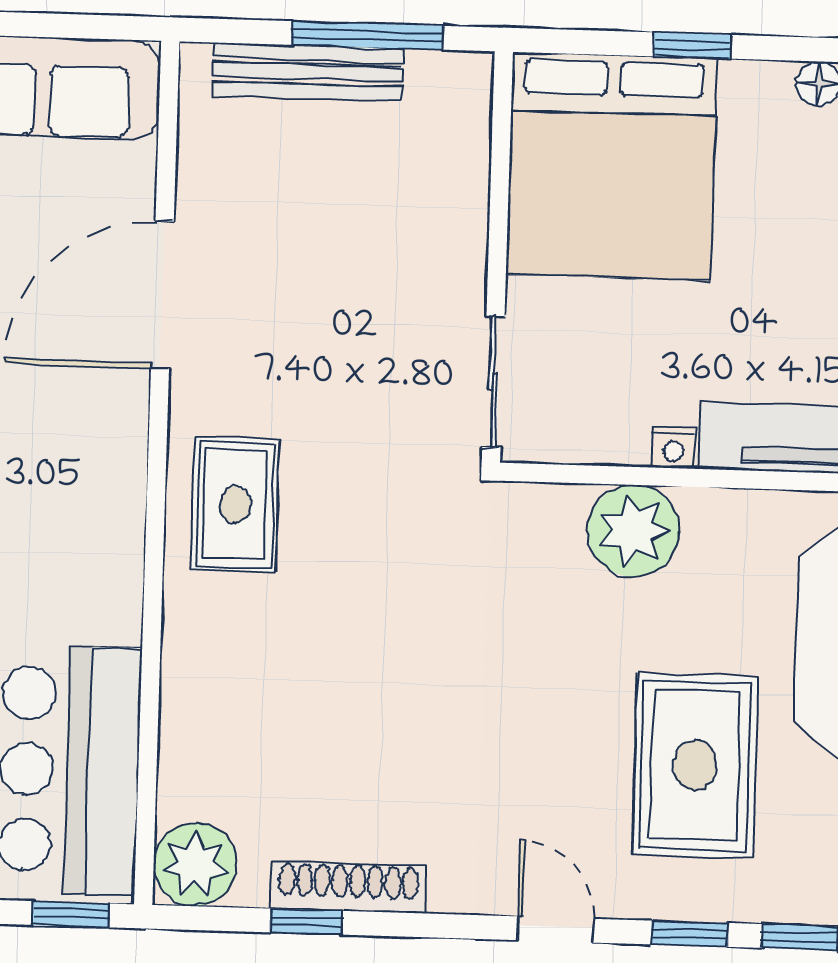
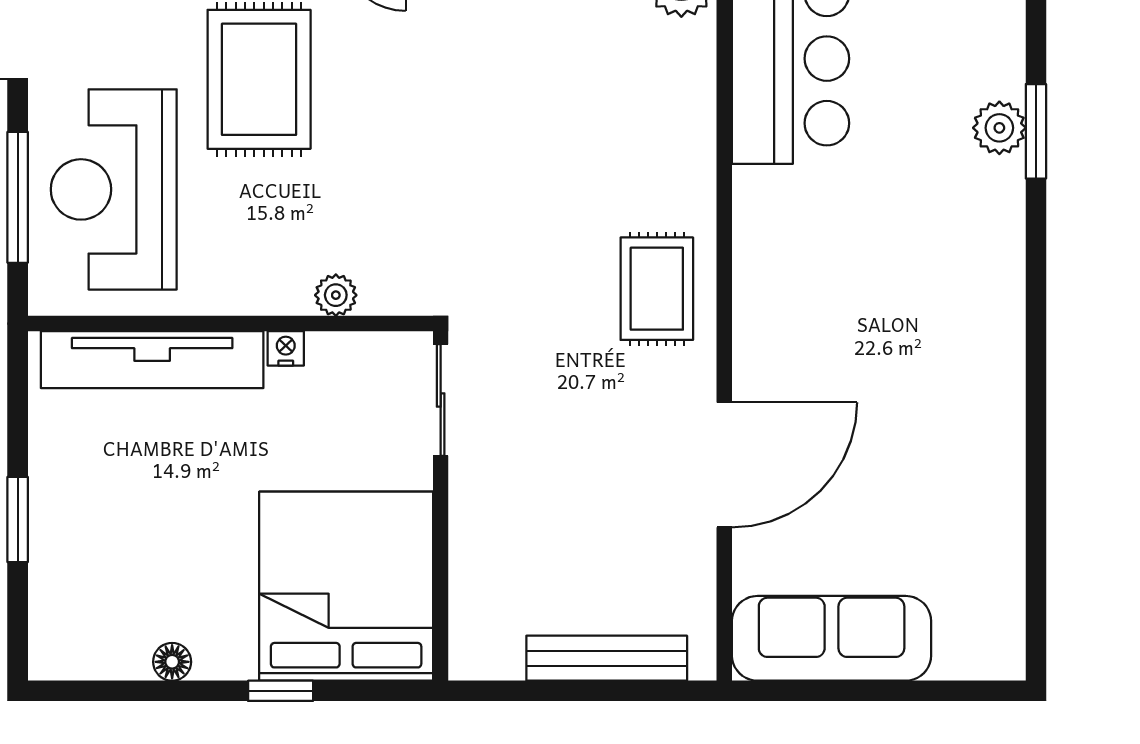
window: (367, 35) -> (557, 691), removed
plant: (634, 531) -> (336, 295), width x0.53, depth x0.53

